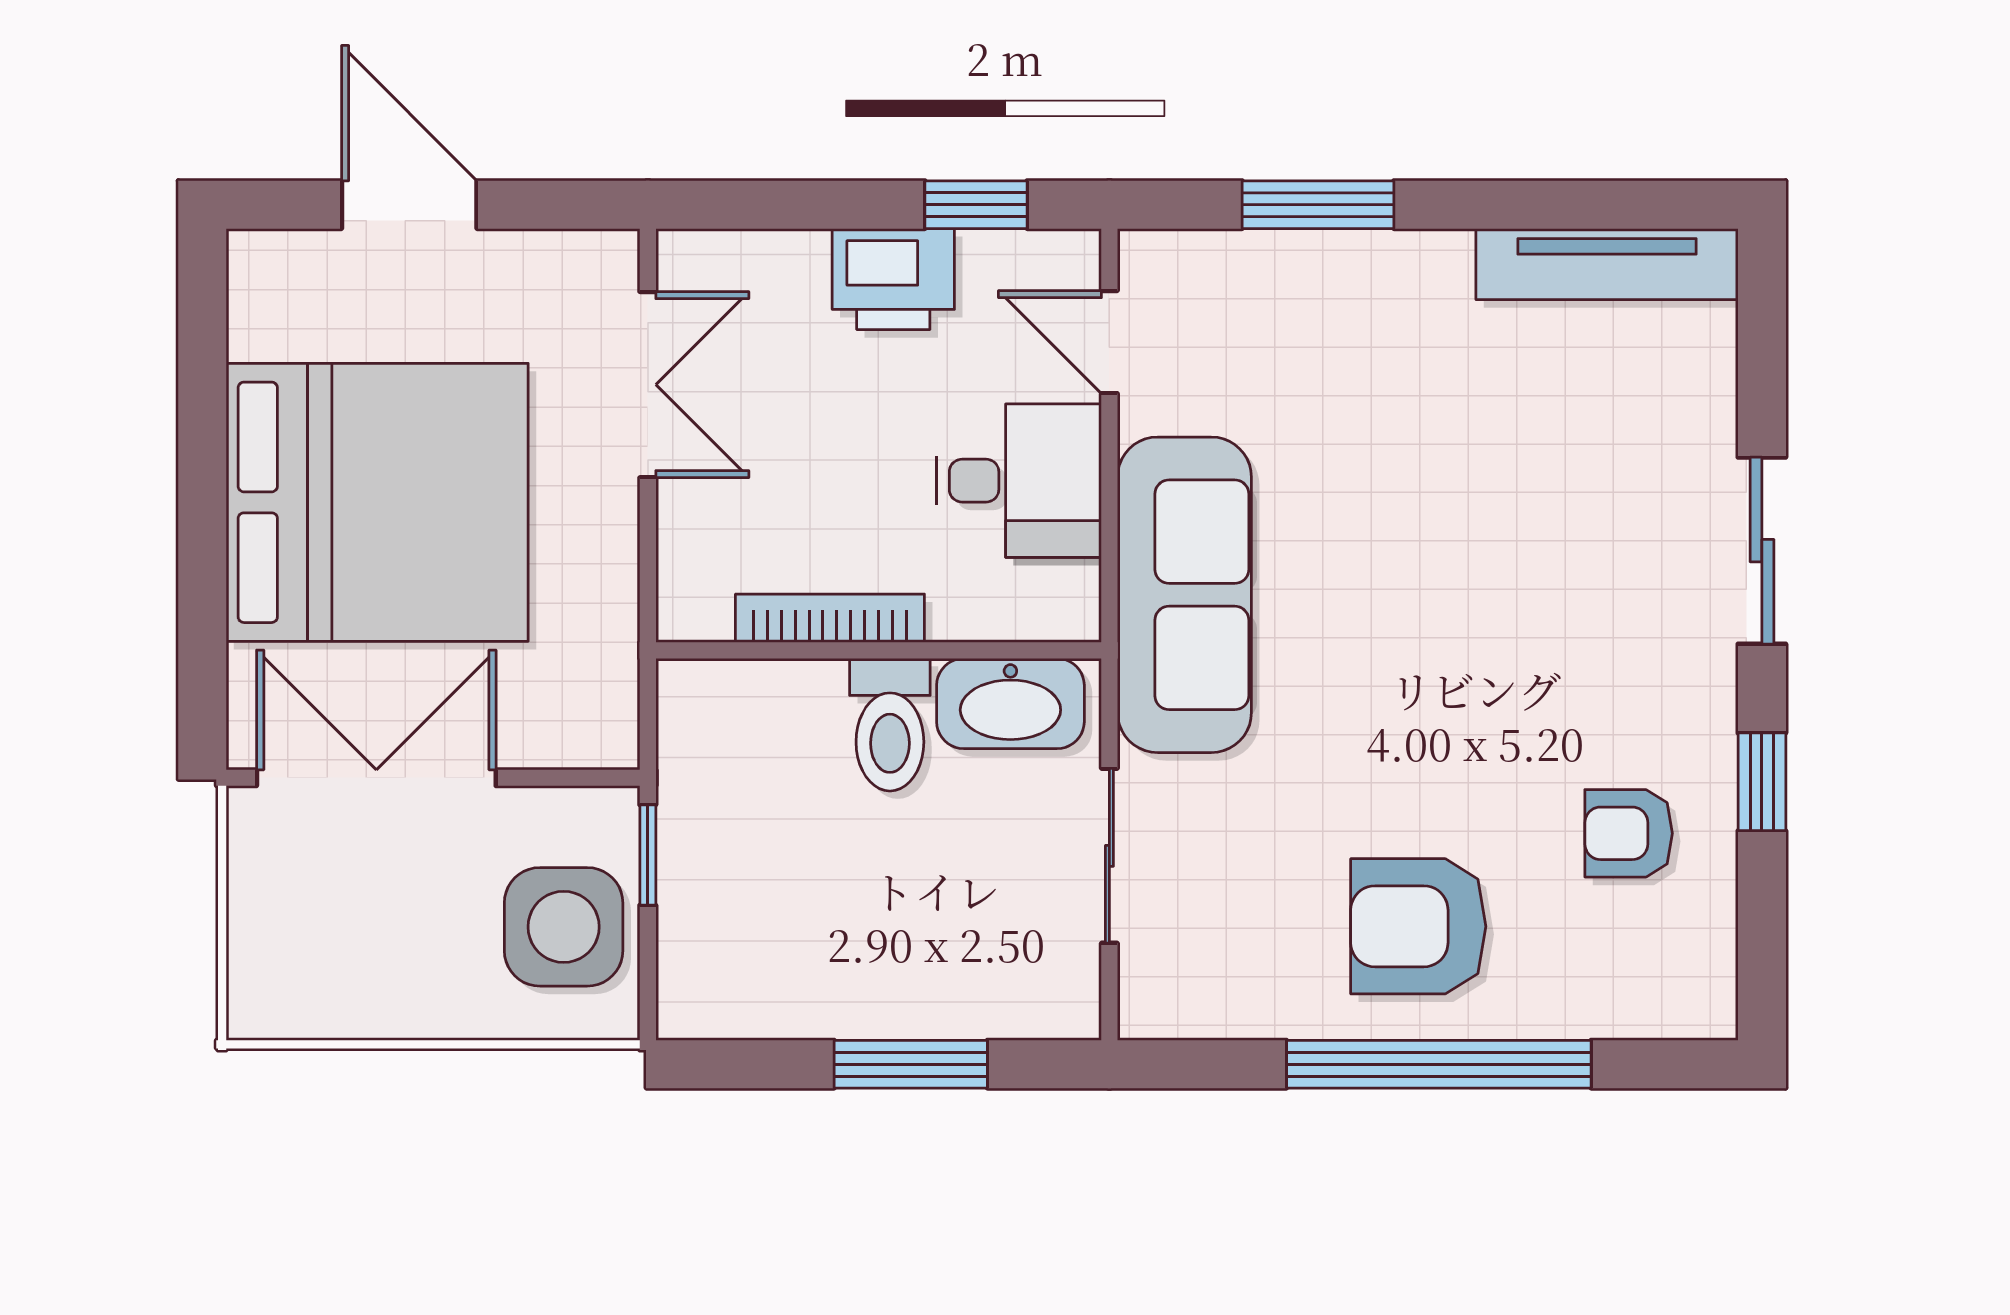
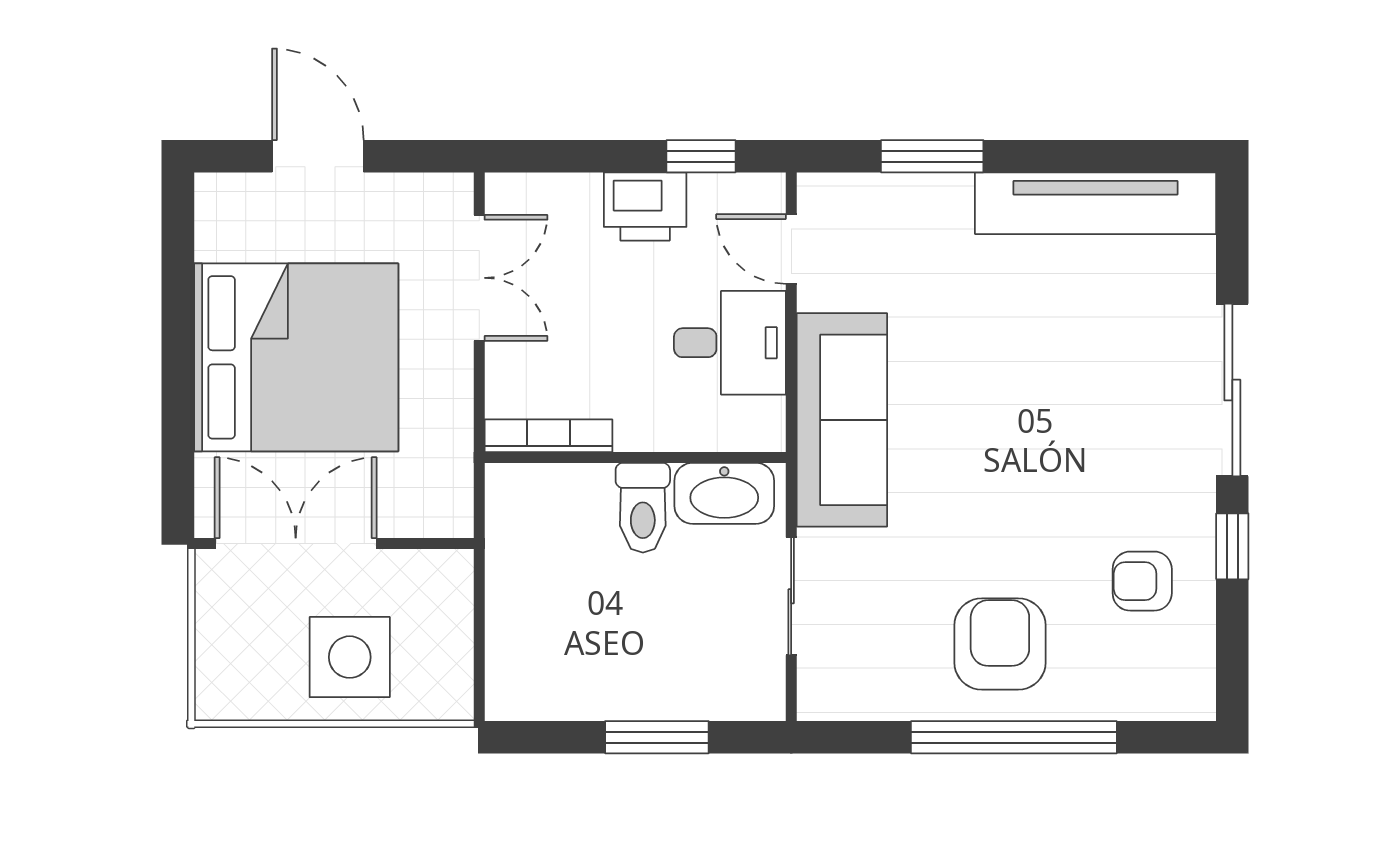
tv unit: (1607, 264) -> (1096, 203), width x1.36, depth x1.29
sliding door: (1762, 551) -> (1232, 390), width x1.37
bookcase: (830, 618) -> (548, 436), moved
window: (648, 855) -> (479, 596), removed
armchair: (1418, 926) -> (1000, 644), turned 90
side table: (564, 927) -> (350, 657), moved

